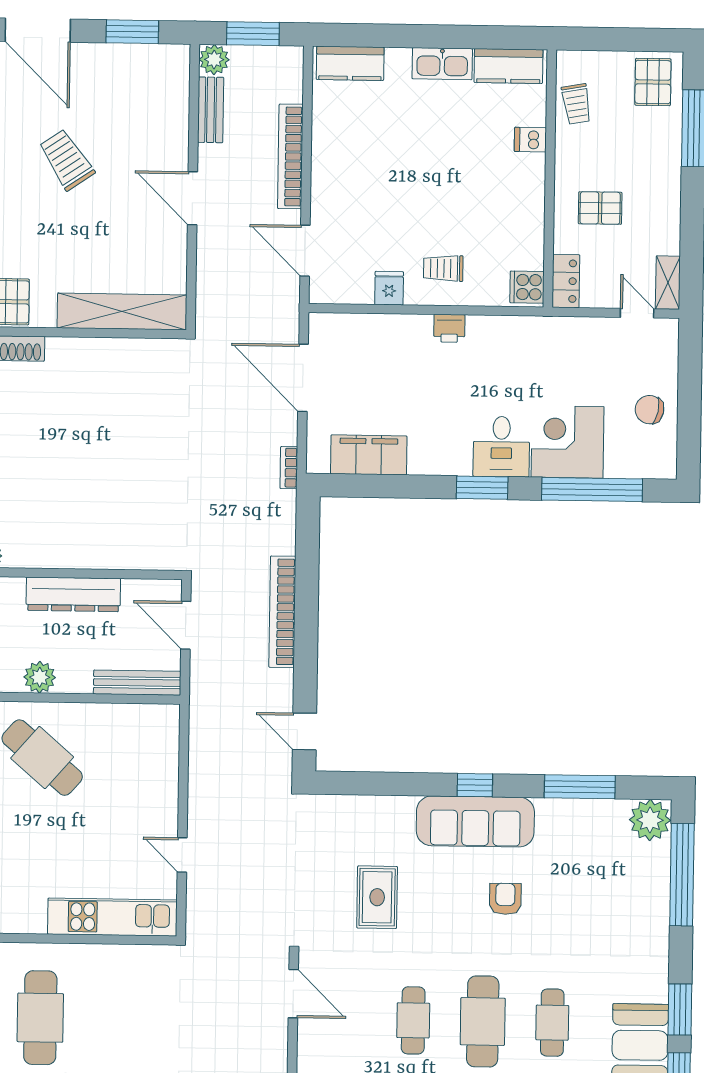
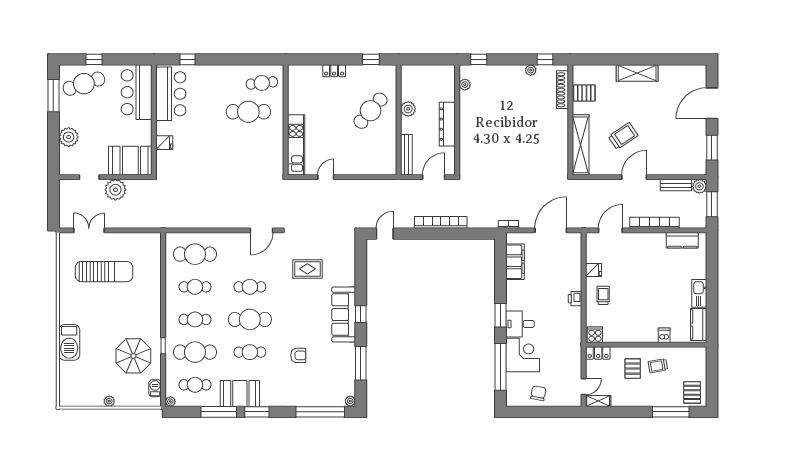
kitchen counter: (350, 63) -> (682, 240), moved, turned -90
pallet: (653, 82) -> (692, 392), turned 90
trolley: (576, 104) -> (658, 366), moved
trolley: (67, 160) -> (623, 136), moved
plant: (650, 820) -> (350, 401), width x0.53, depth x0.53
armchair: (505, 899) -> (298, 355), moved

